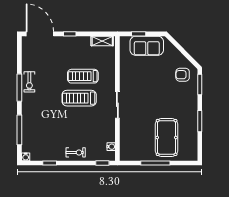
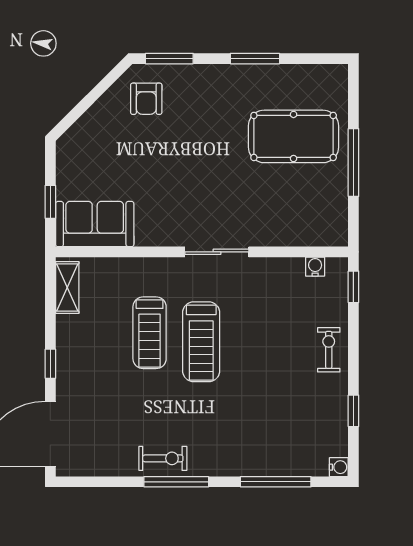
sofa: (147, 46) -> (95, 224), moved, turned -90

